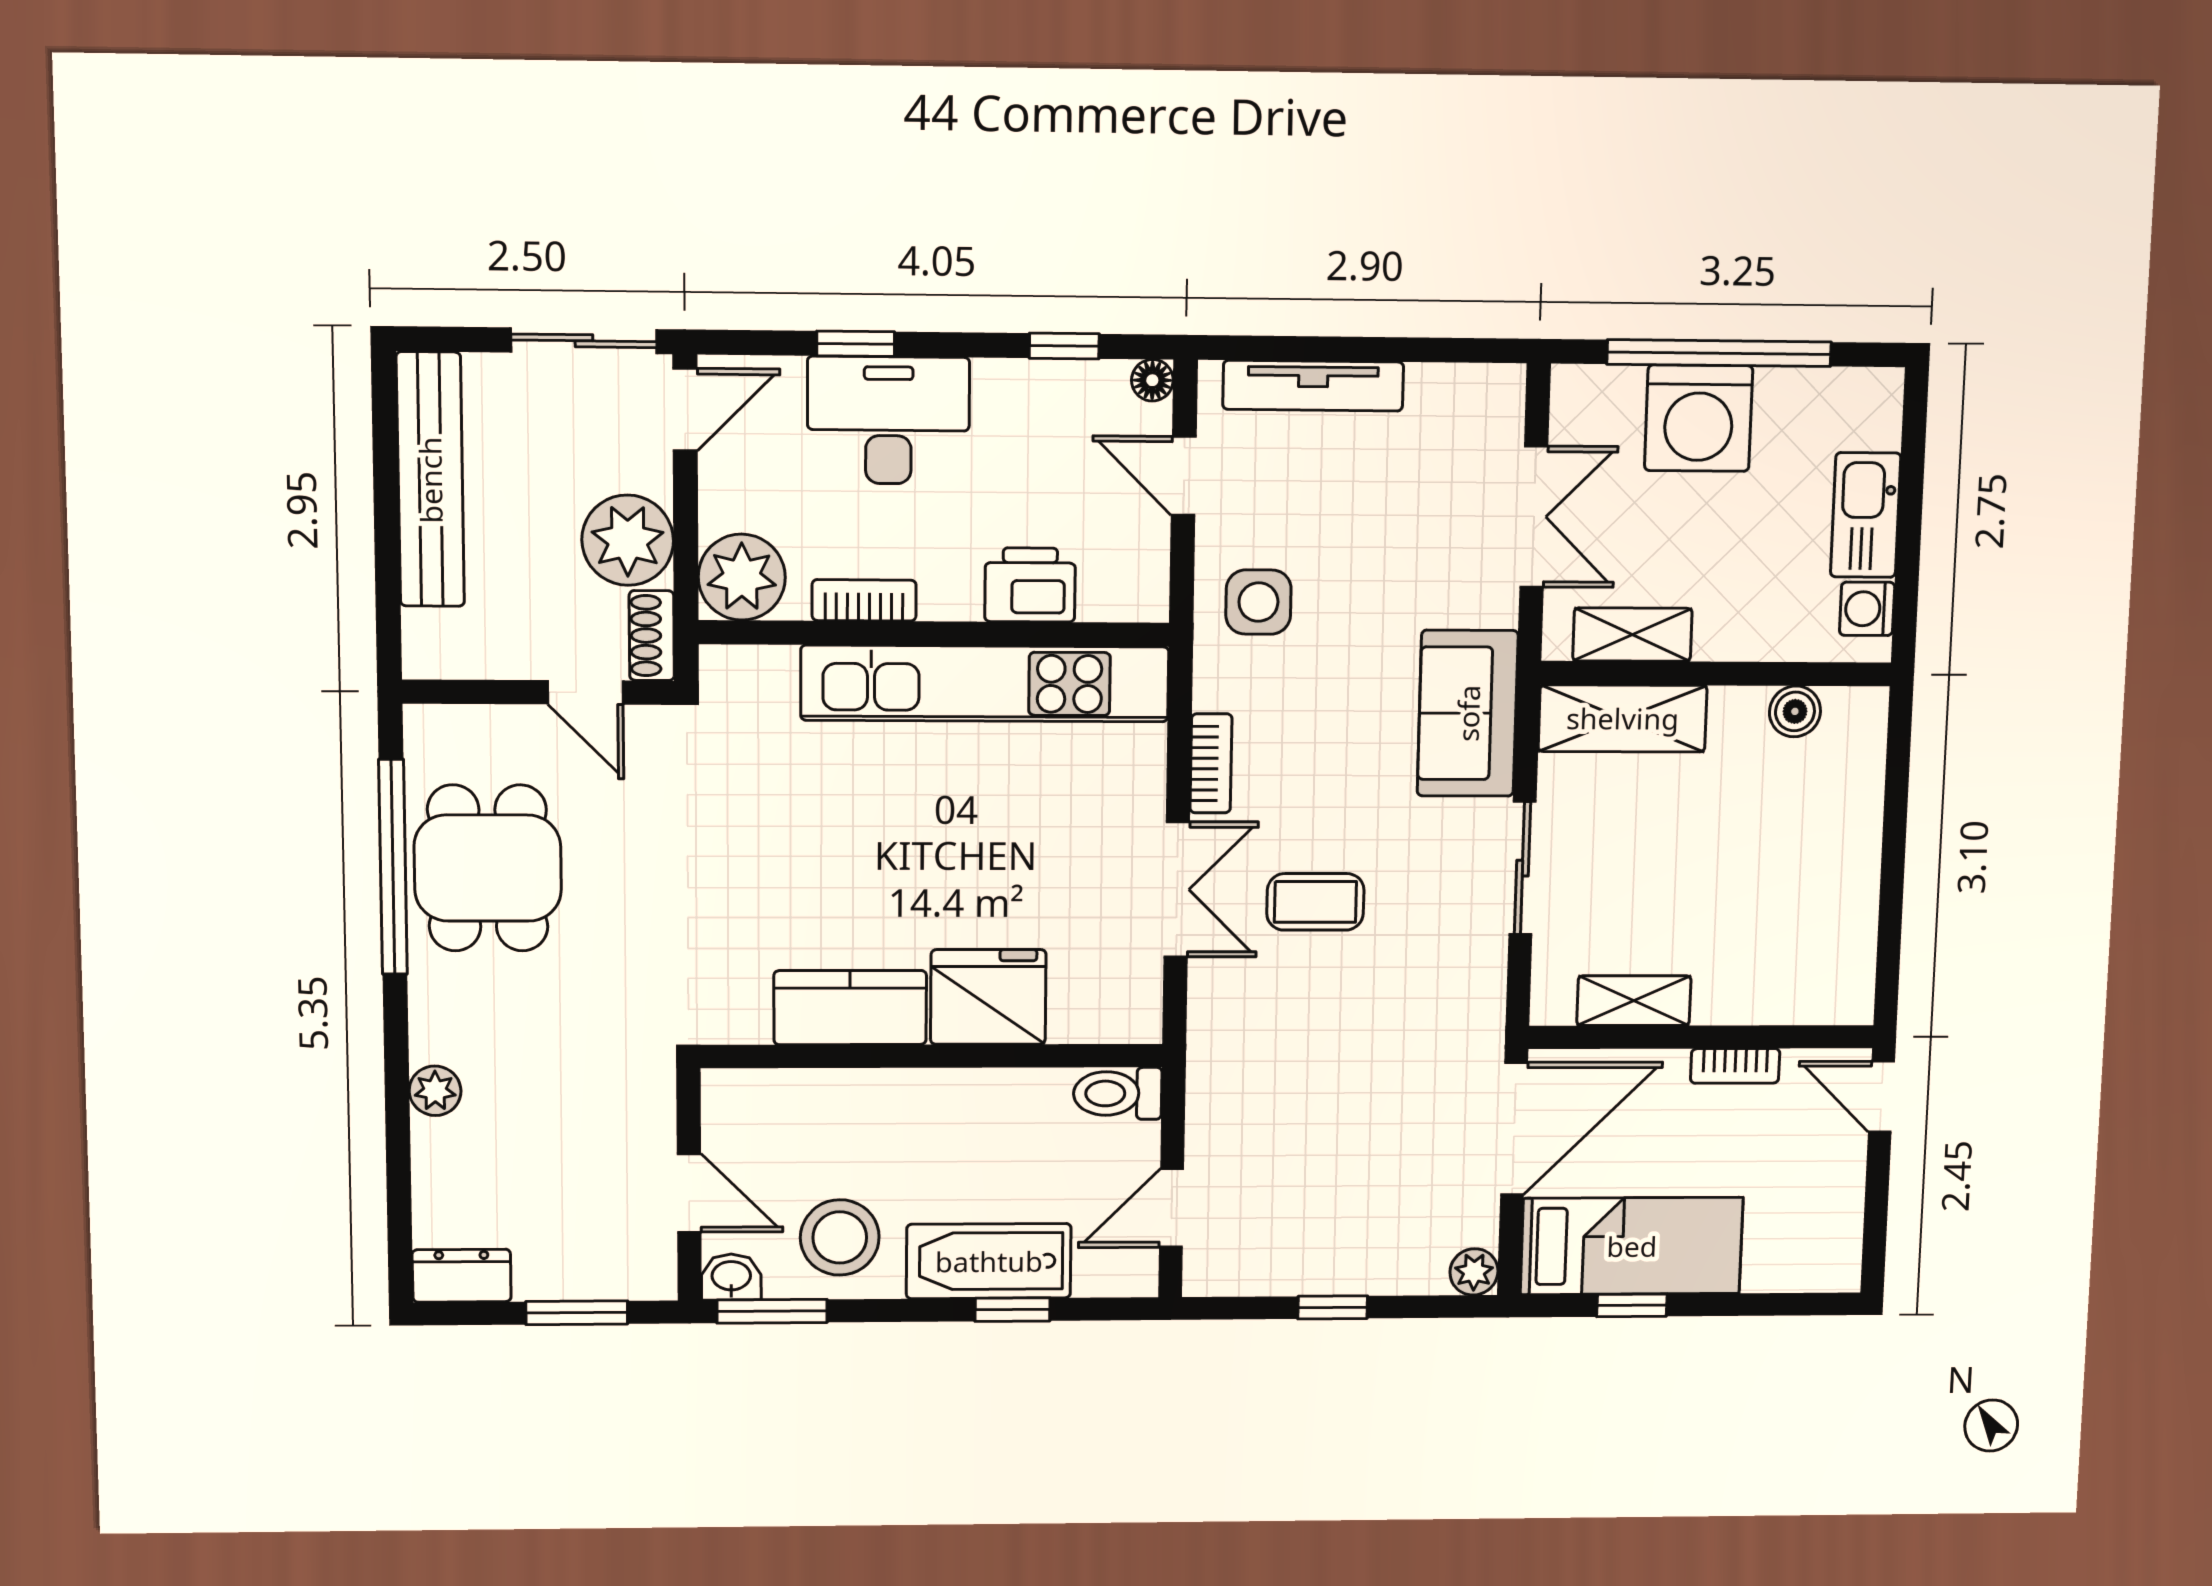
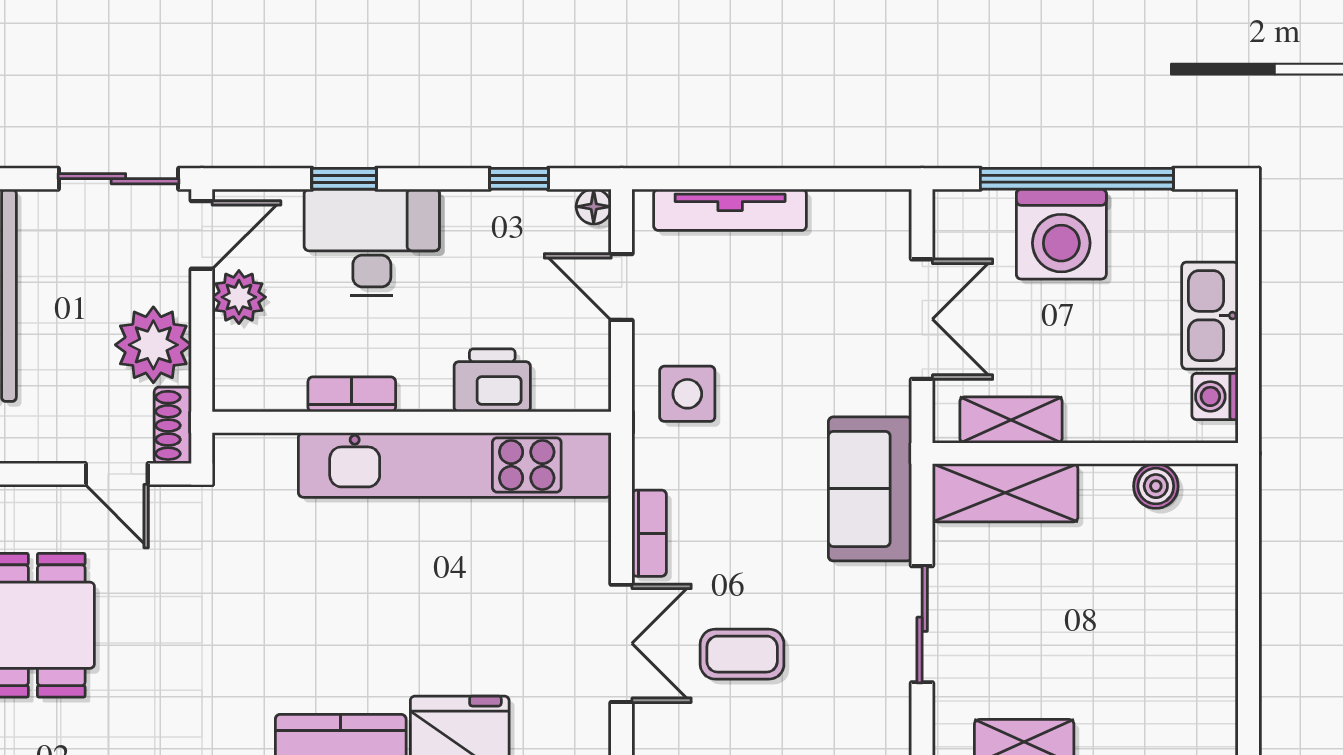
plant: (742, 577) -> (239, 297), moved, width x0.73, depth x0.73

